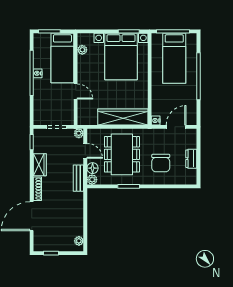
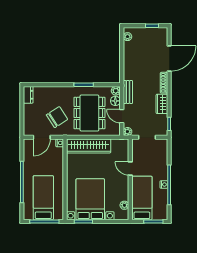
dresser: (191, 159) -> (28, 95), moved
chair: (161, 163) -> (57, 117), moved, turned 57

